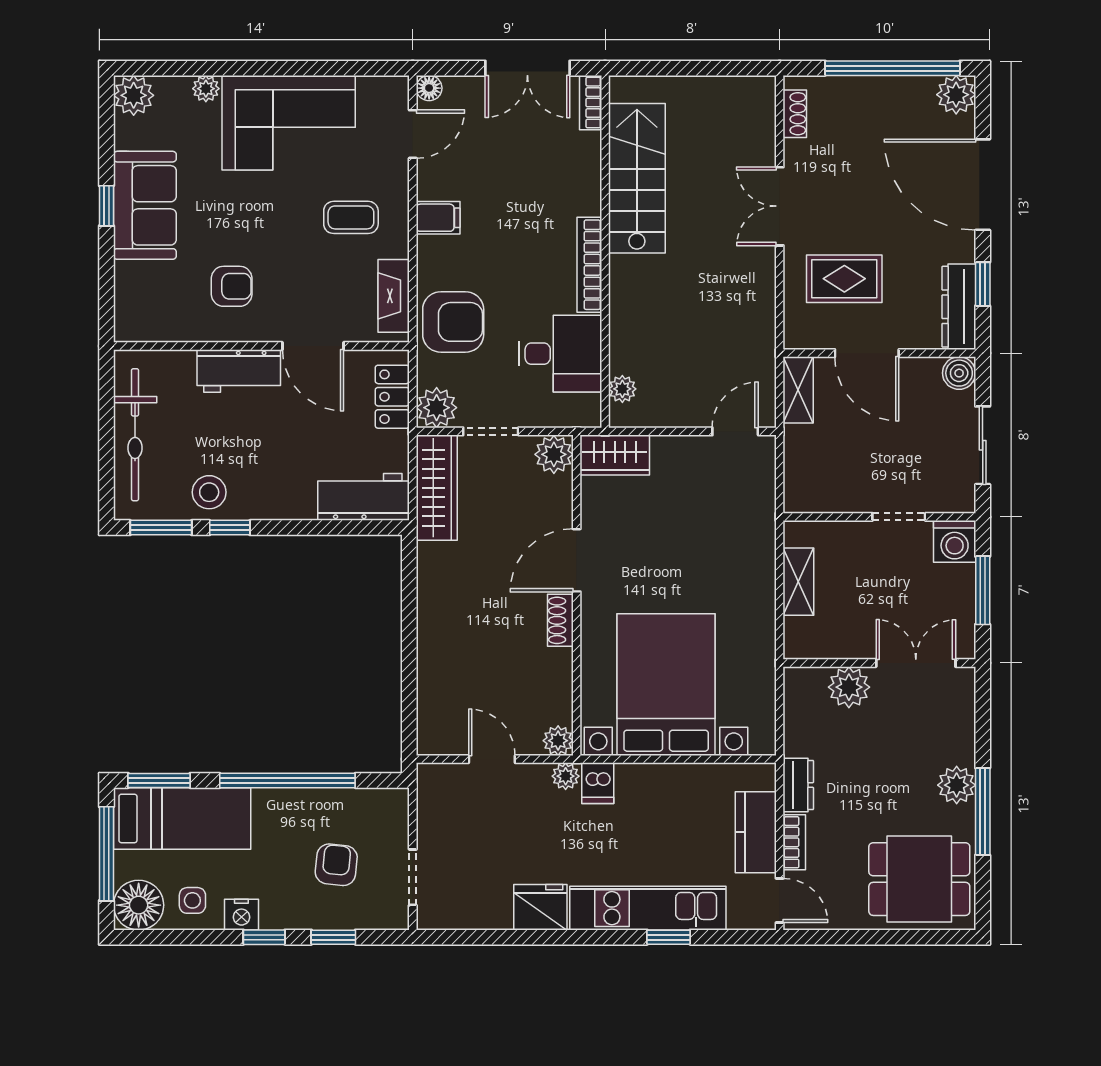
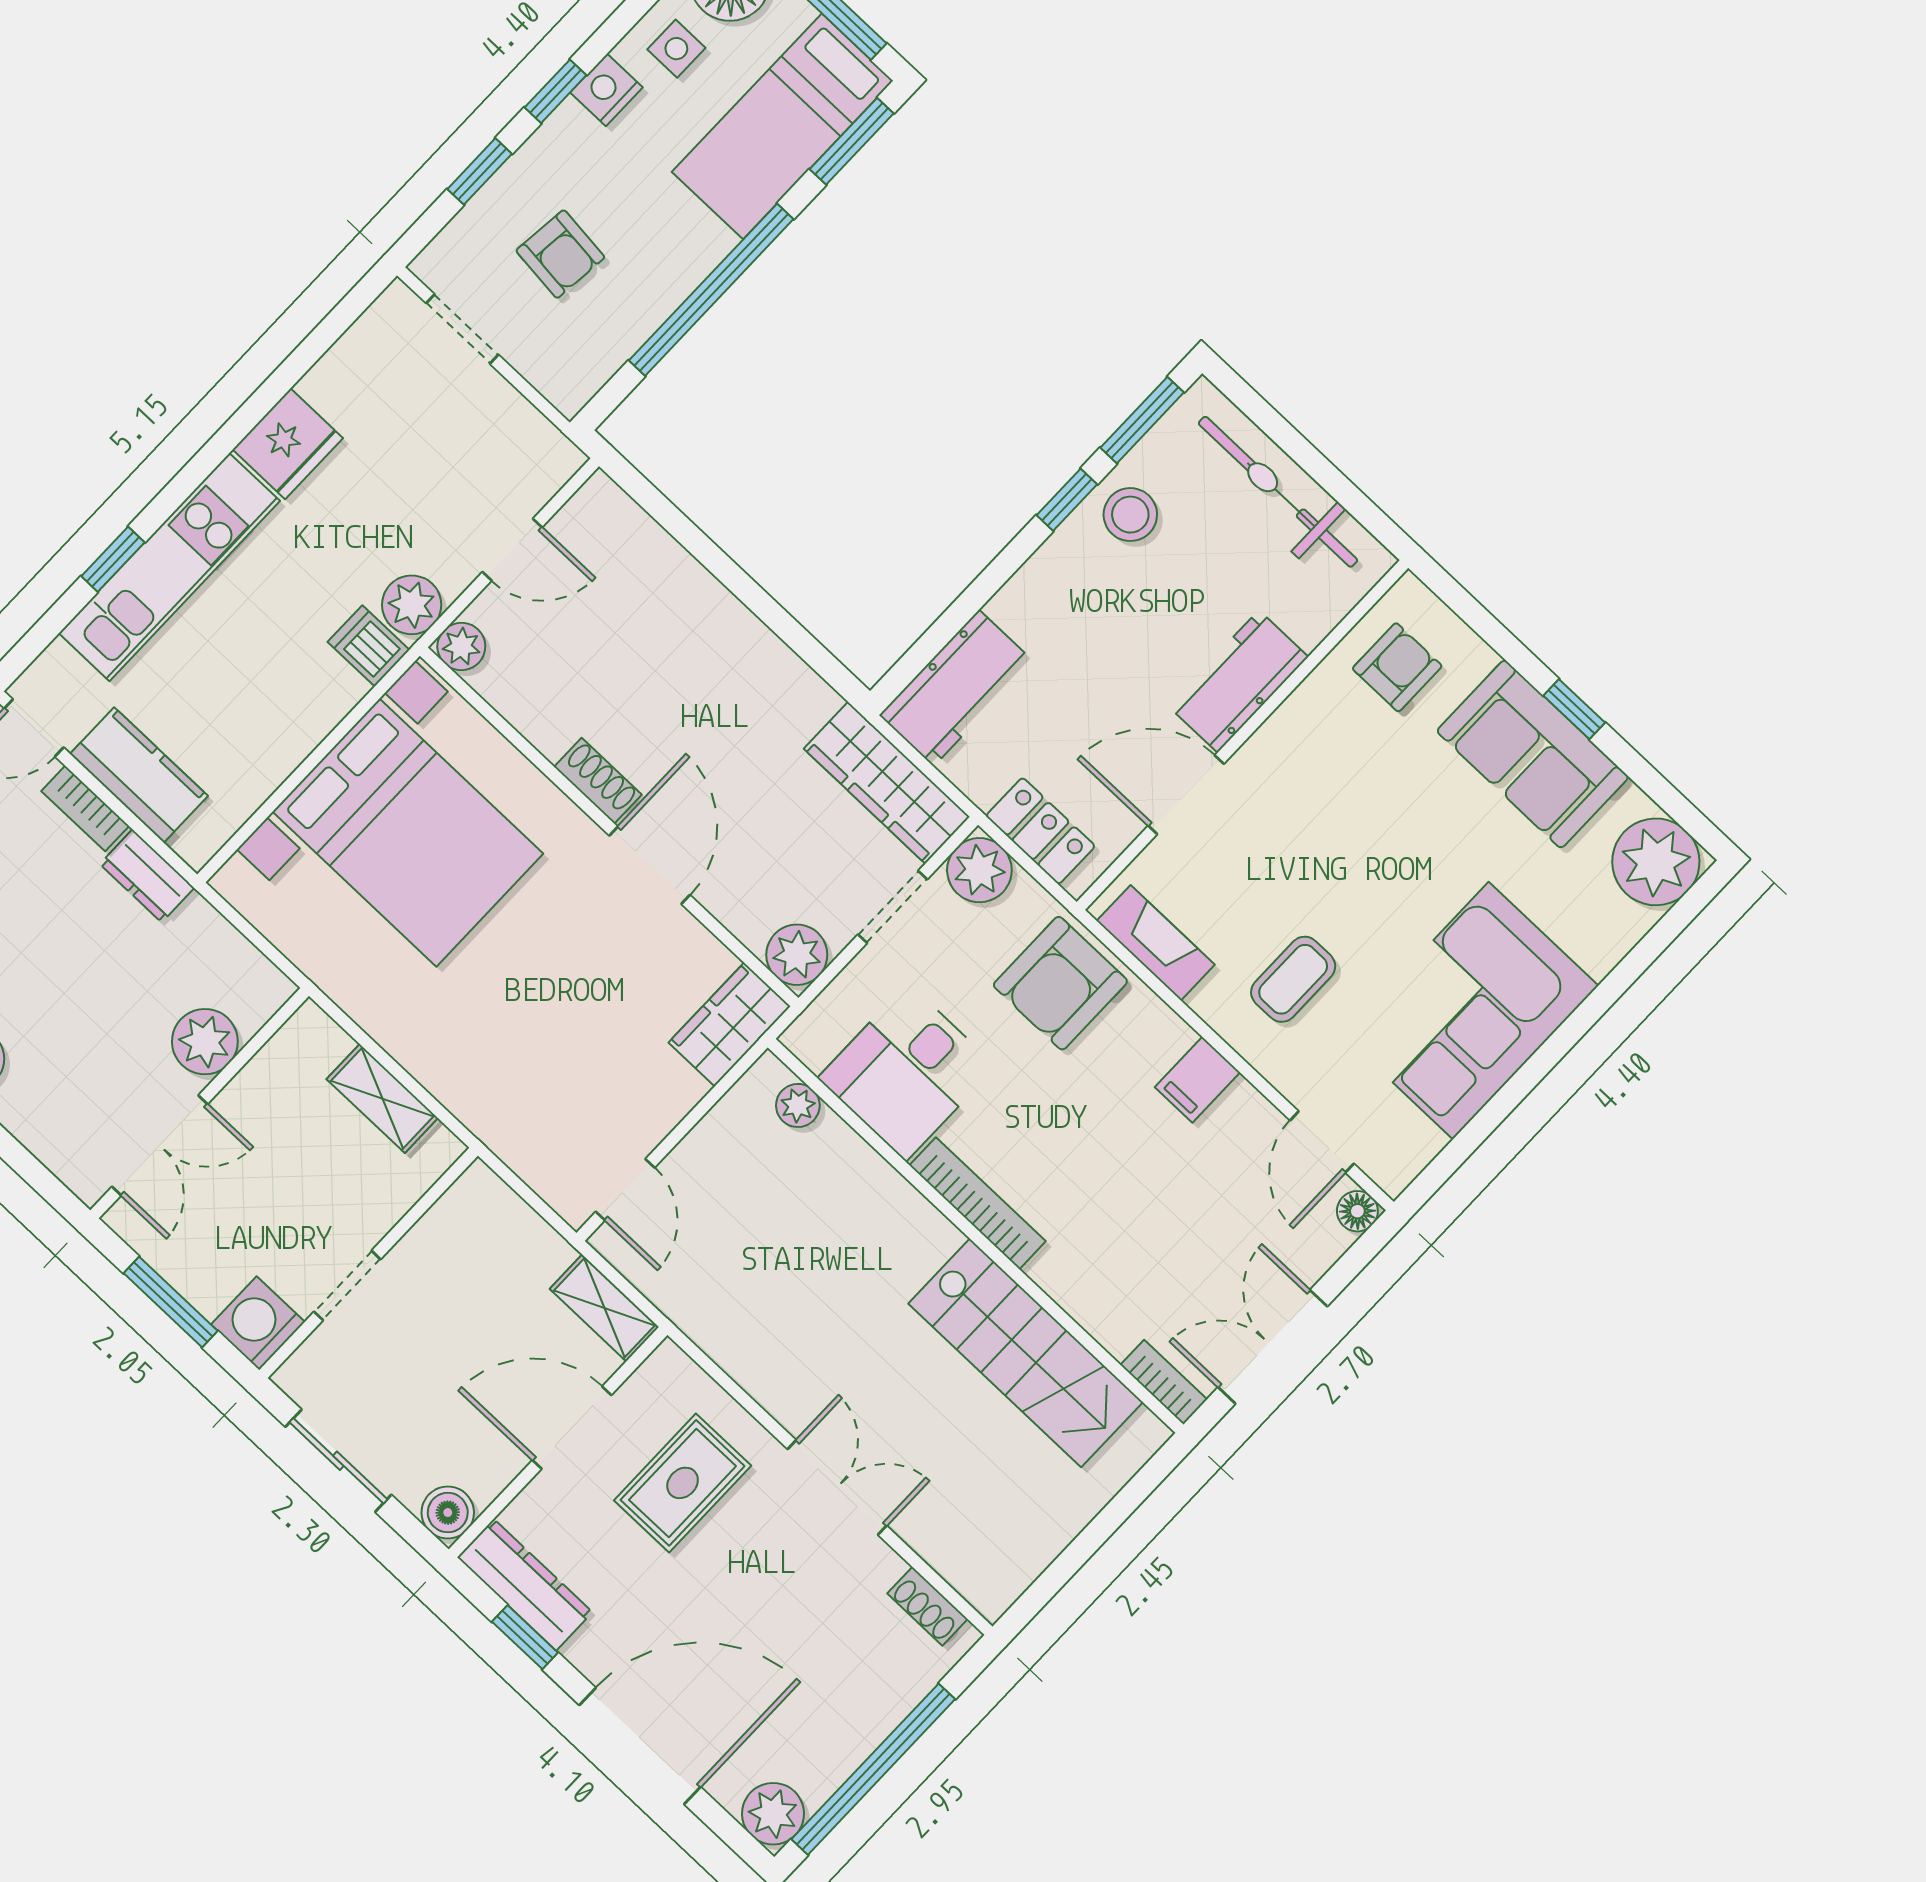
plant: (206, 89) -> (1601, 952), removed
plant: (134, 95) -> (1656, 862), width x1.36, depth x1.36
armchair: (232, 286) -> (1397, 667), moved, turned 180
plant: (566, 776) -> (412, 605), width x1.38, depth x1.38

